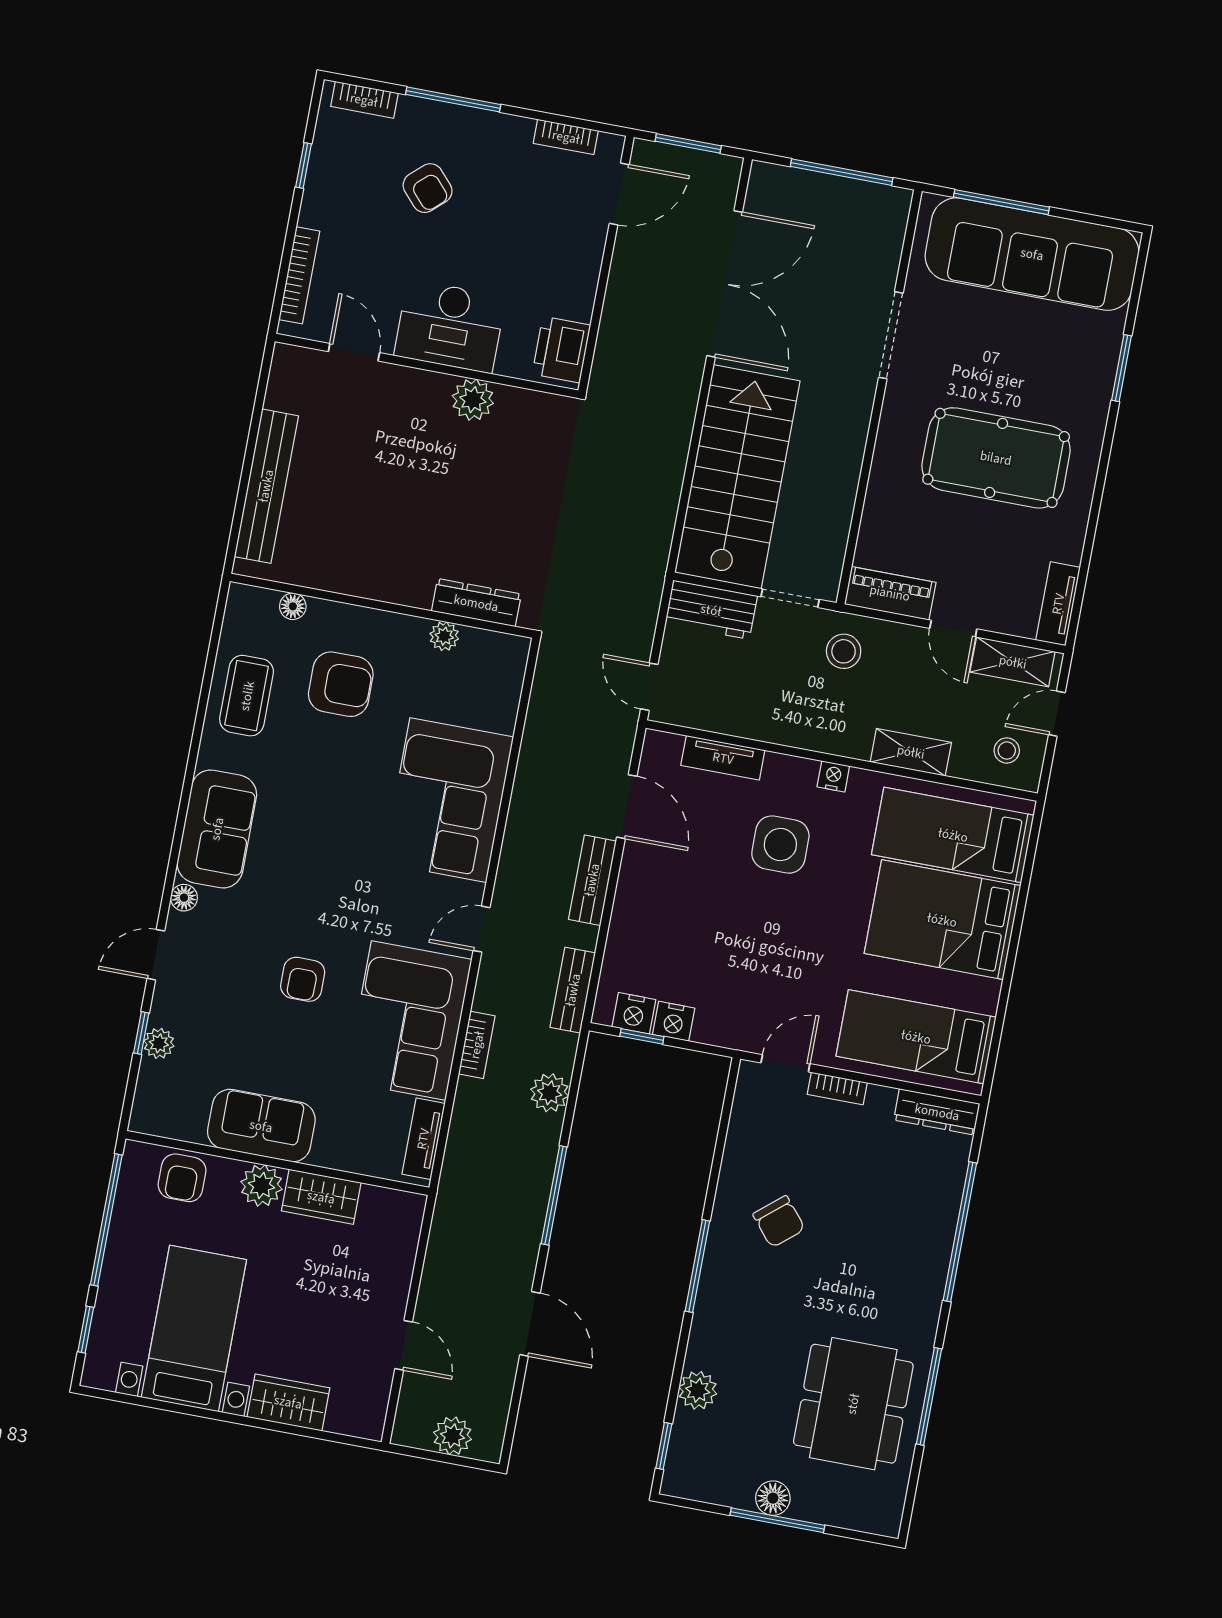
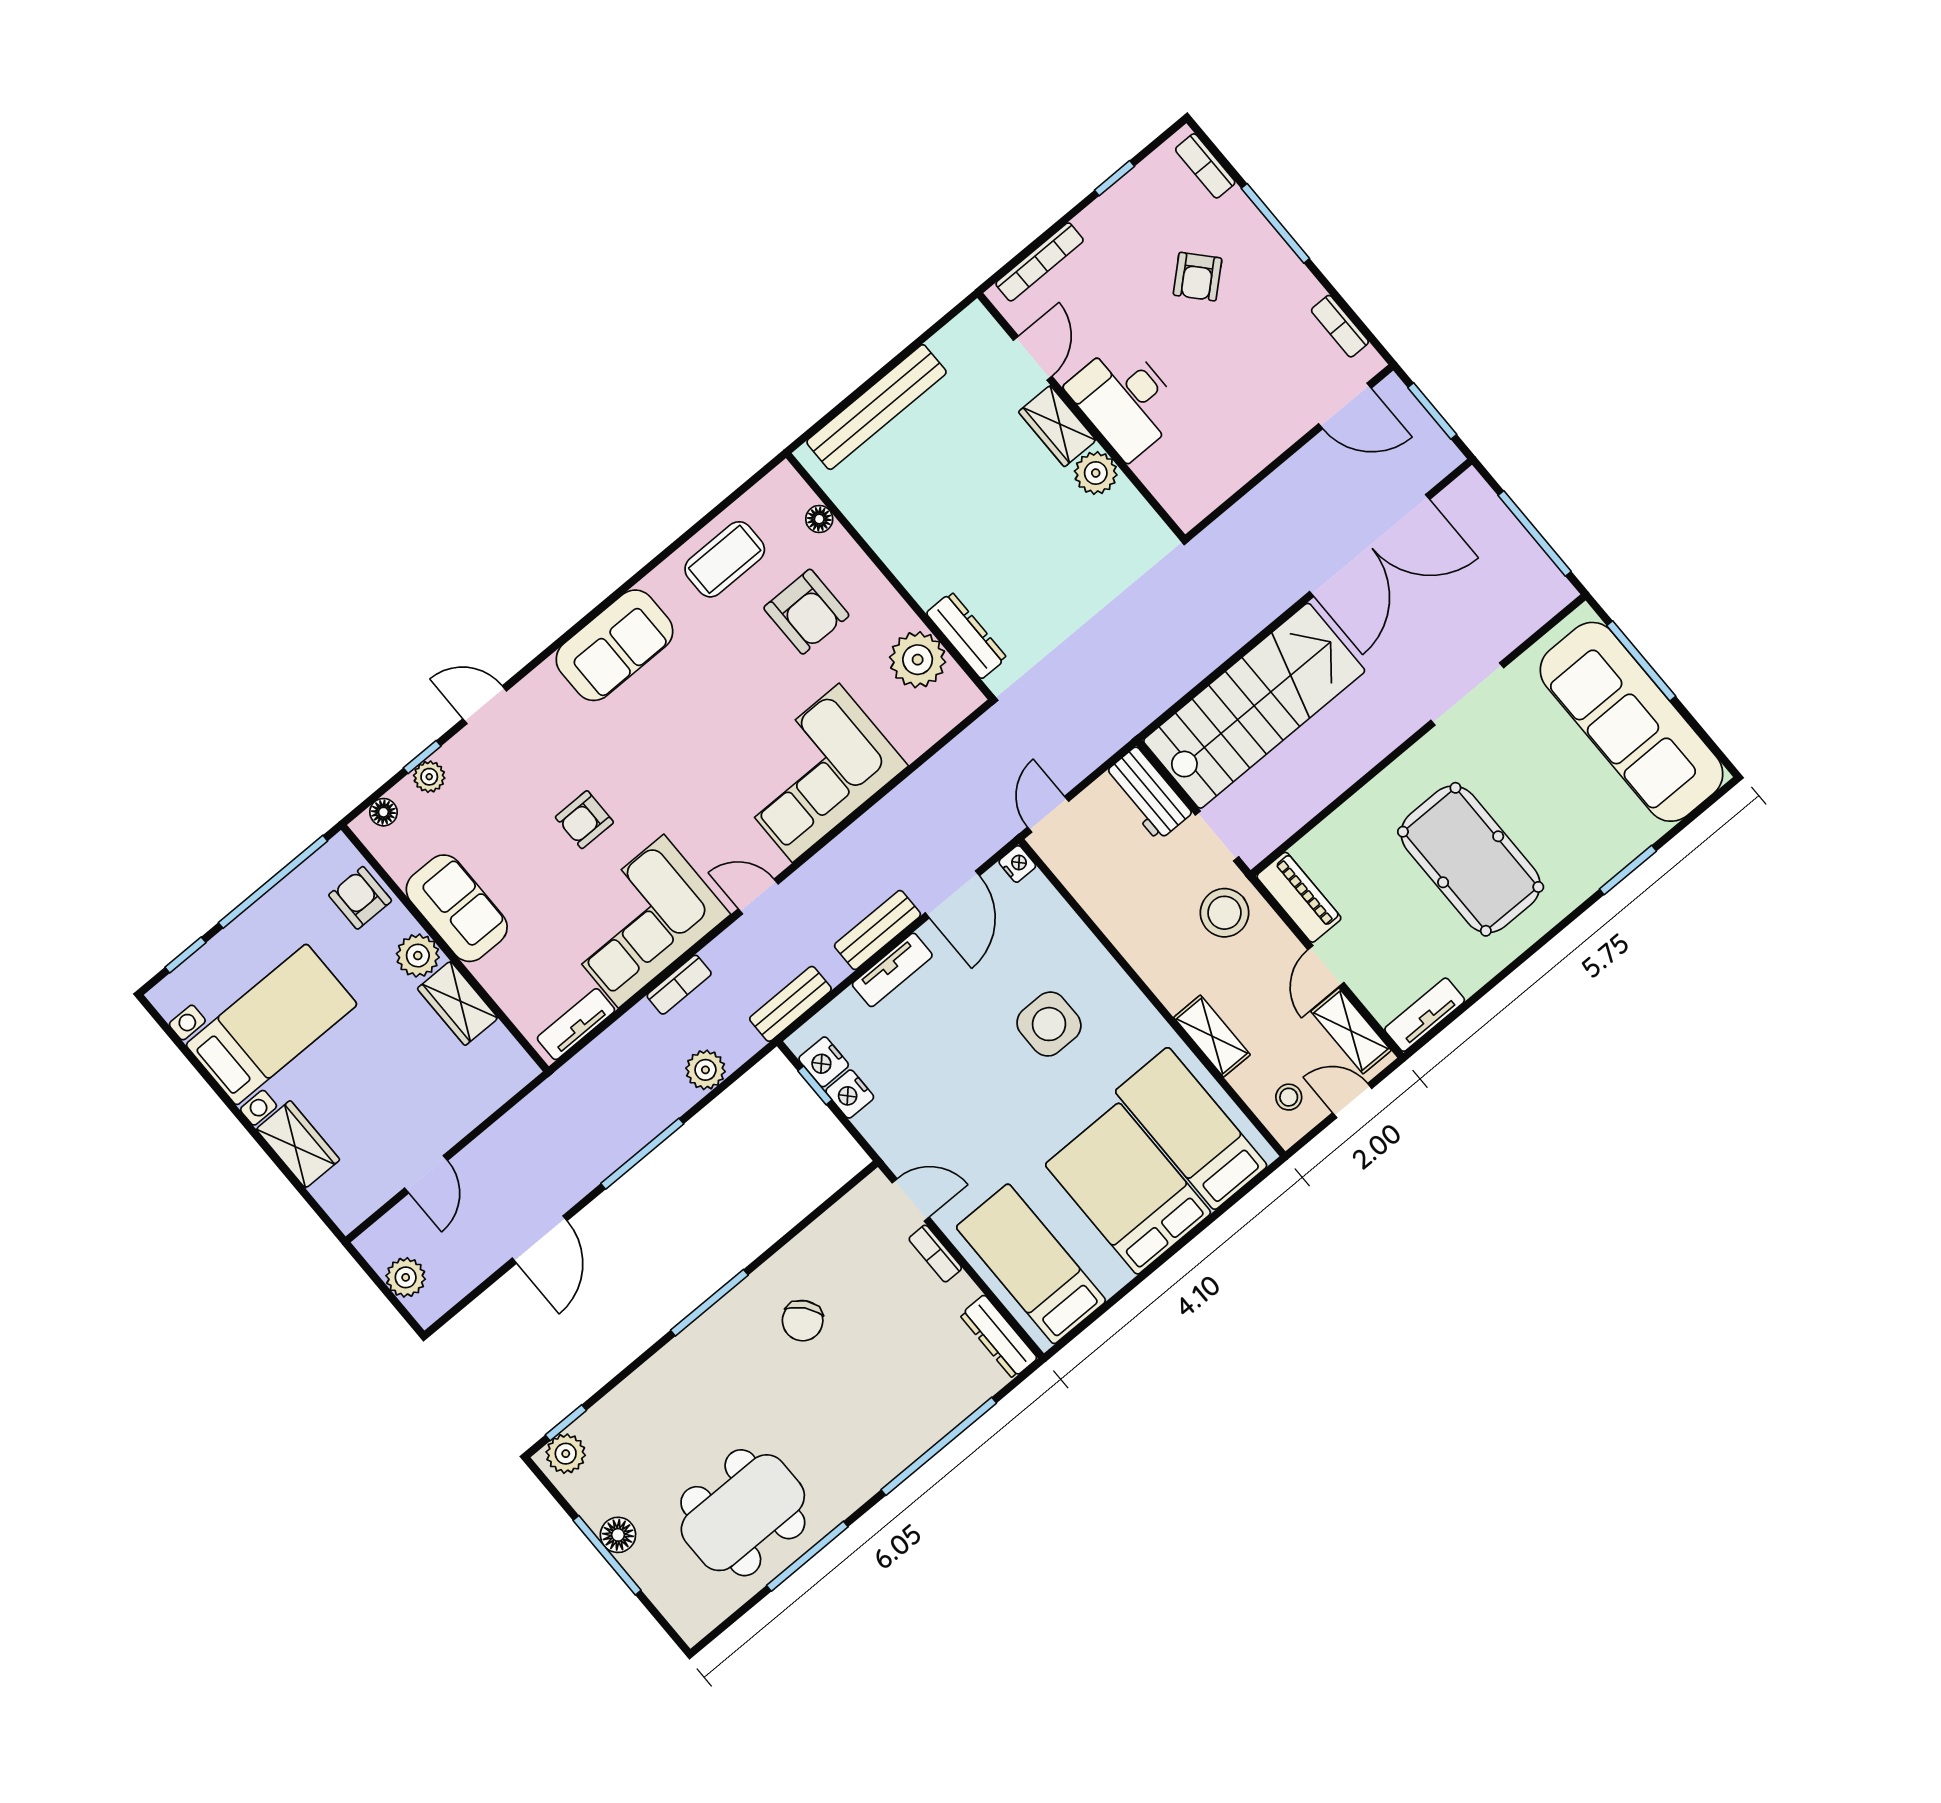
printer: (561, 350) -> (1198, 491), removed
wardrobe: (415, 388) -> (1057, 426), added
plant: (444, 636) -> (918, 660), width x1.87, depth x1.87
stool: (844, 651) -> (1225, 913), width x1.38, depth x1.38
tv unit: (723, 758) -> (892, 970), moved, turned -90
nightstand: (833, 776) -> (1017, 864), moved
floor lamp: (184, 898) -> (383, 812), moved
armchair: (182, 1178) -> (360, 898), turned 90
plant: (698, 1390) -> (566, 1454), moved

